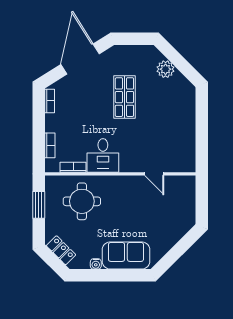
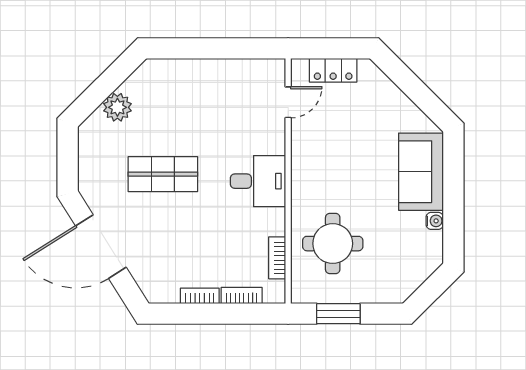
bookcase: (50, 101) -> (200, 296), moved
desk: (103, 155) -> (258, 181), moved
door: (154, 174) -> (288, 102), moved
locker: (61, 250) -> (333, 70), moved, turned -135

